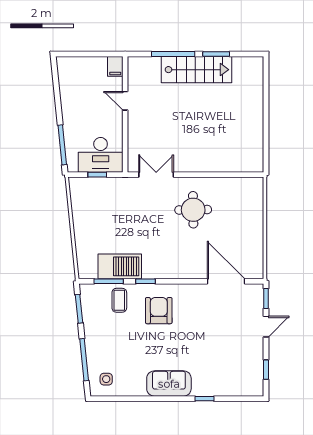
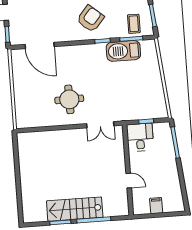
filing cabinet: (115, 66) -> (156, 206), moved
desk: (101, 155) -> (140, 137), width x0.73
coffee table: (119, 300) -> (134, 24), moved
armchair: (159, 311) -> (90, 19), turned -140

